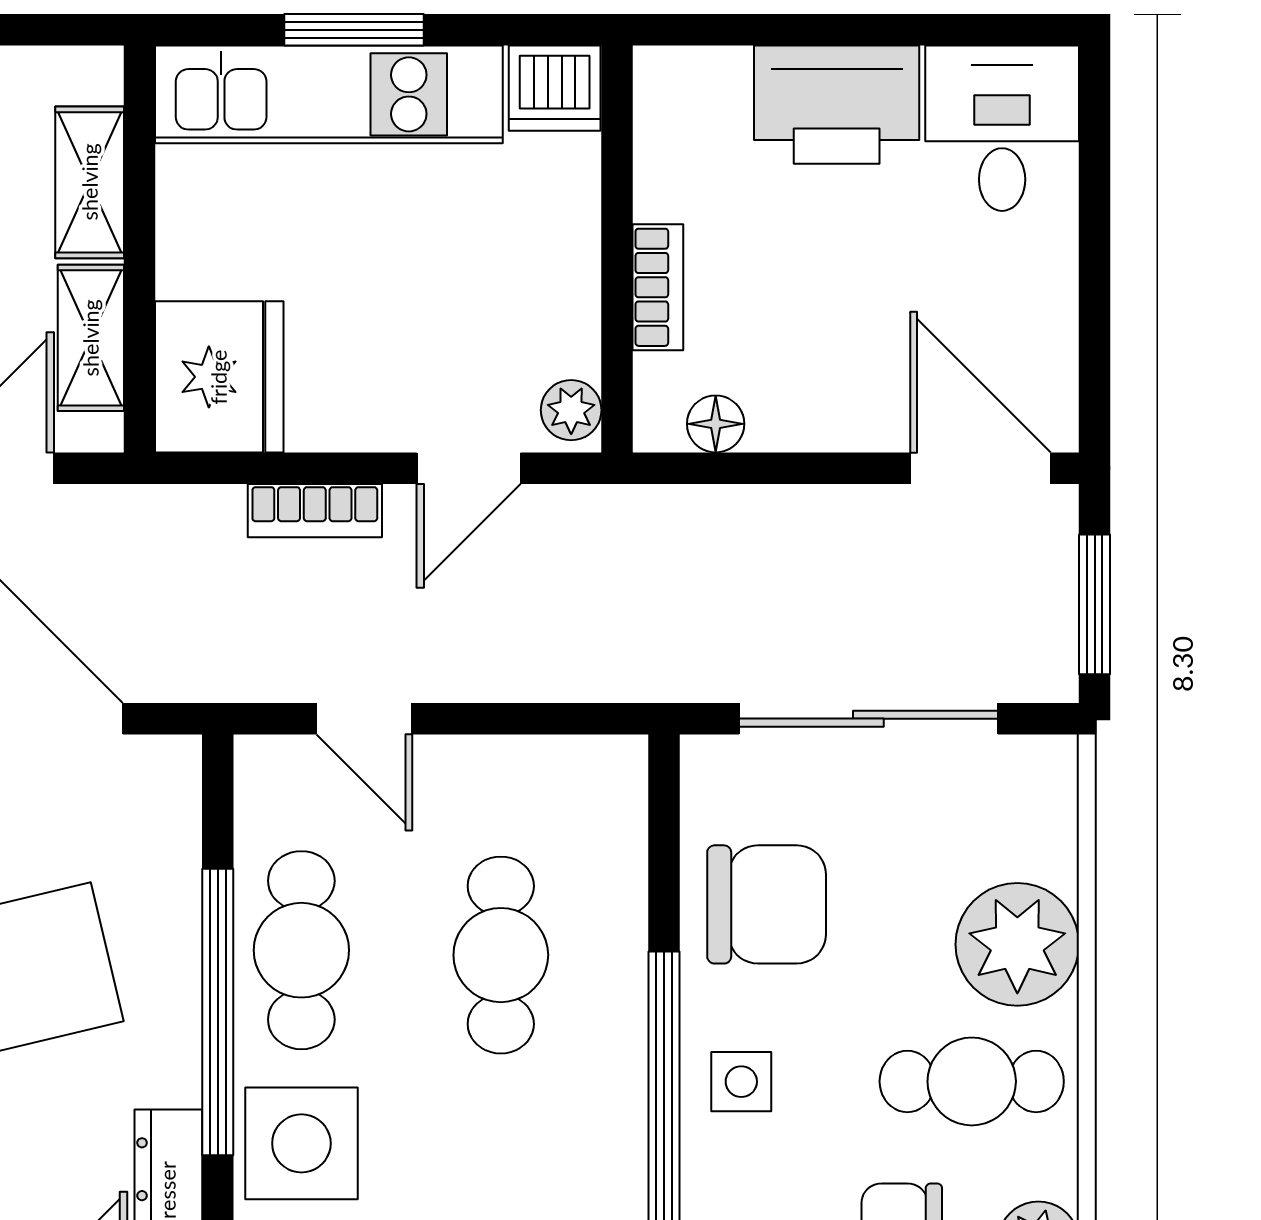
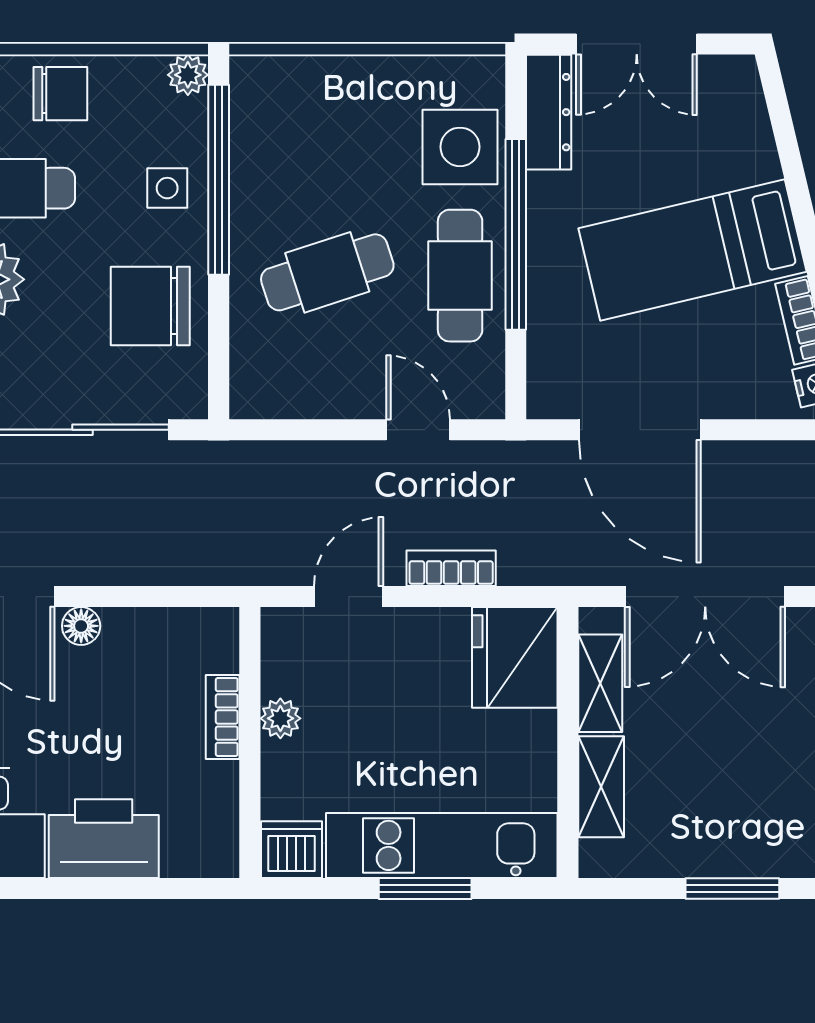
plant: (571, 410) -> (280, 718), moved
floor lamp: (716, 424) -> (81, 626), moved
cafe table: (501, 955) -> (327, 272), turned 72

